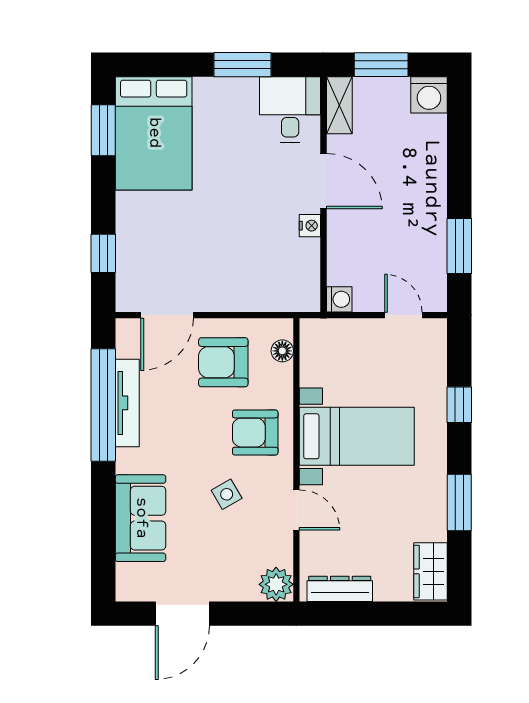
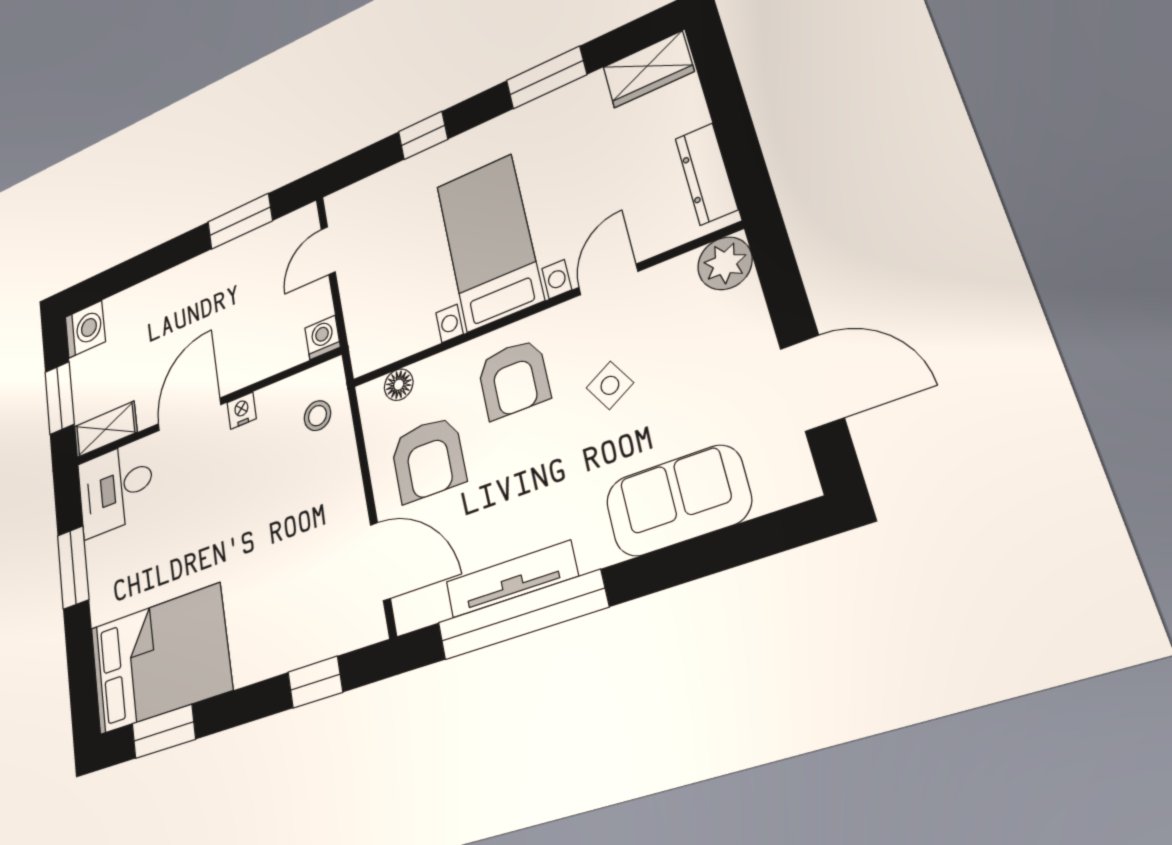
stool: (283, 286) -> (317, 416), added

